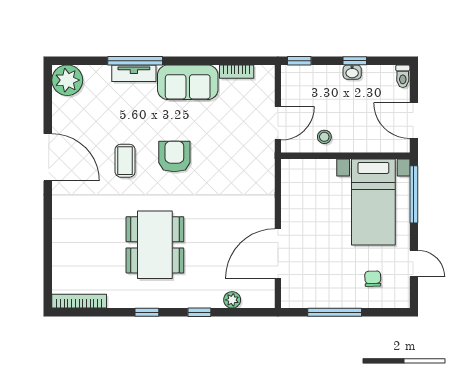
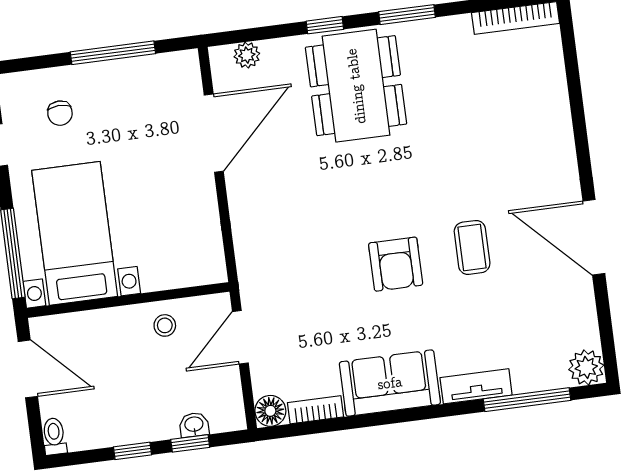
window: (135, 61) -> (527, 400), moved
window: (299, 61) -> (190, 443), moved
washbasin: (352, 72) -> (194, 425), moved
floor lamp: (265, 75) -> (270, 411), added
plant: (67, 80) -> (586, 367), width x0.73, depth x0.73
dining table: (155, 245) -> (356, 86), moved
plant: (232, 300) -> (247, 55), moved
window: (147, 312) -> (407, 15), width x1.50

